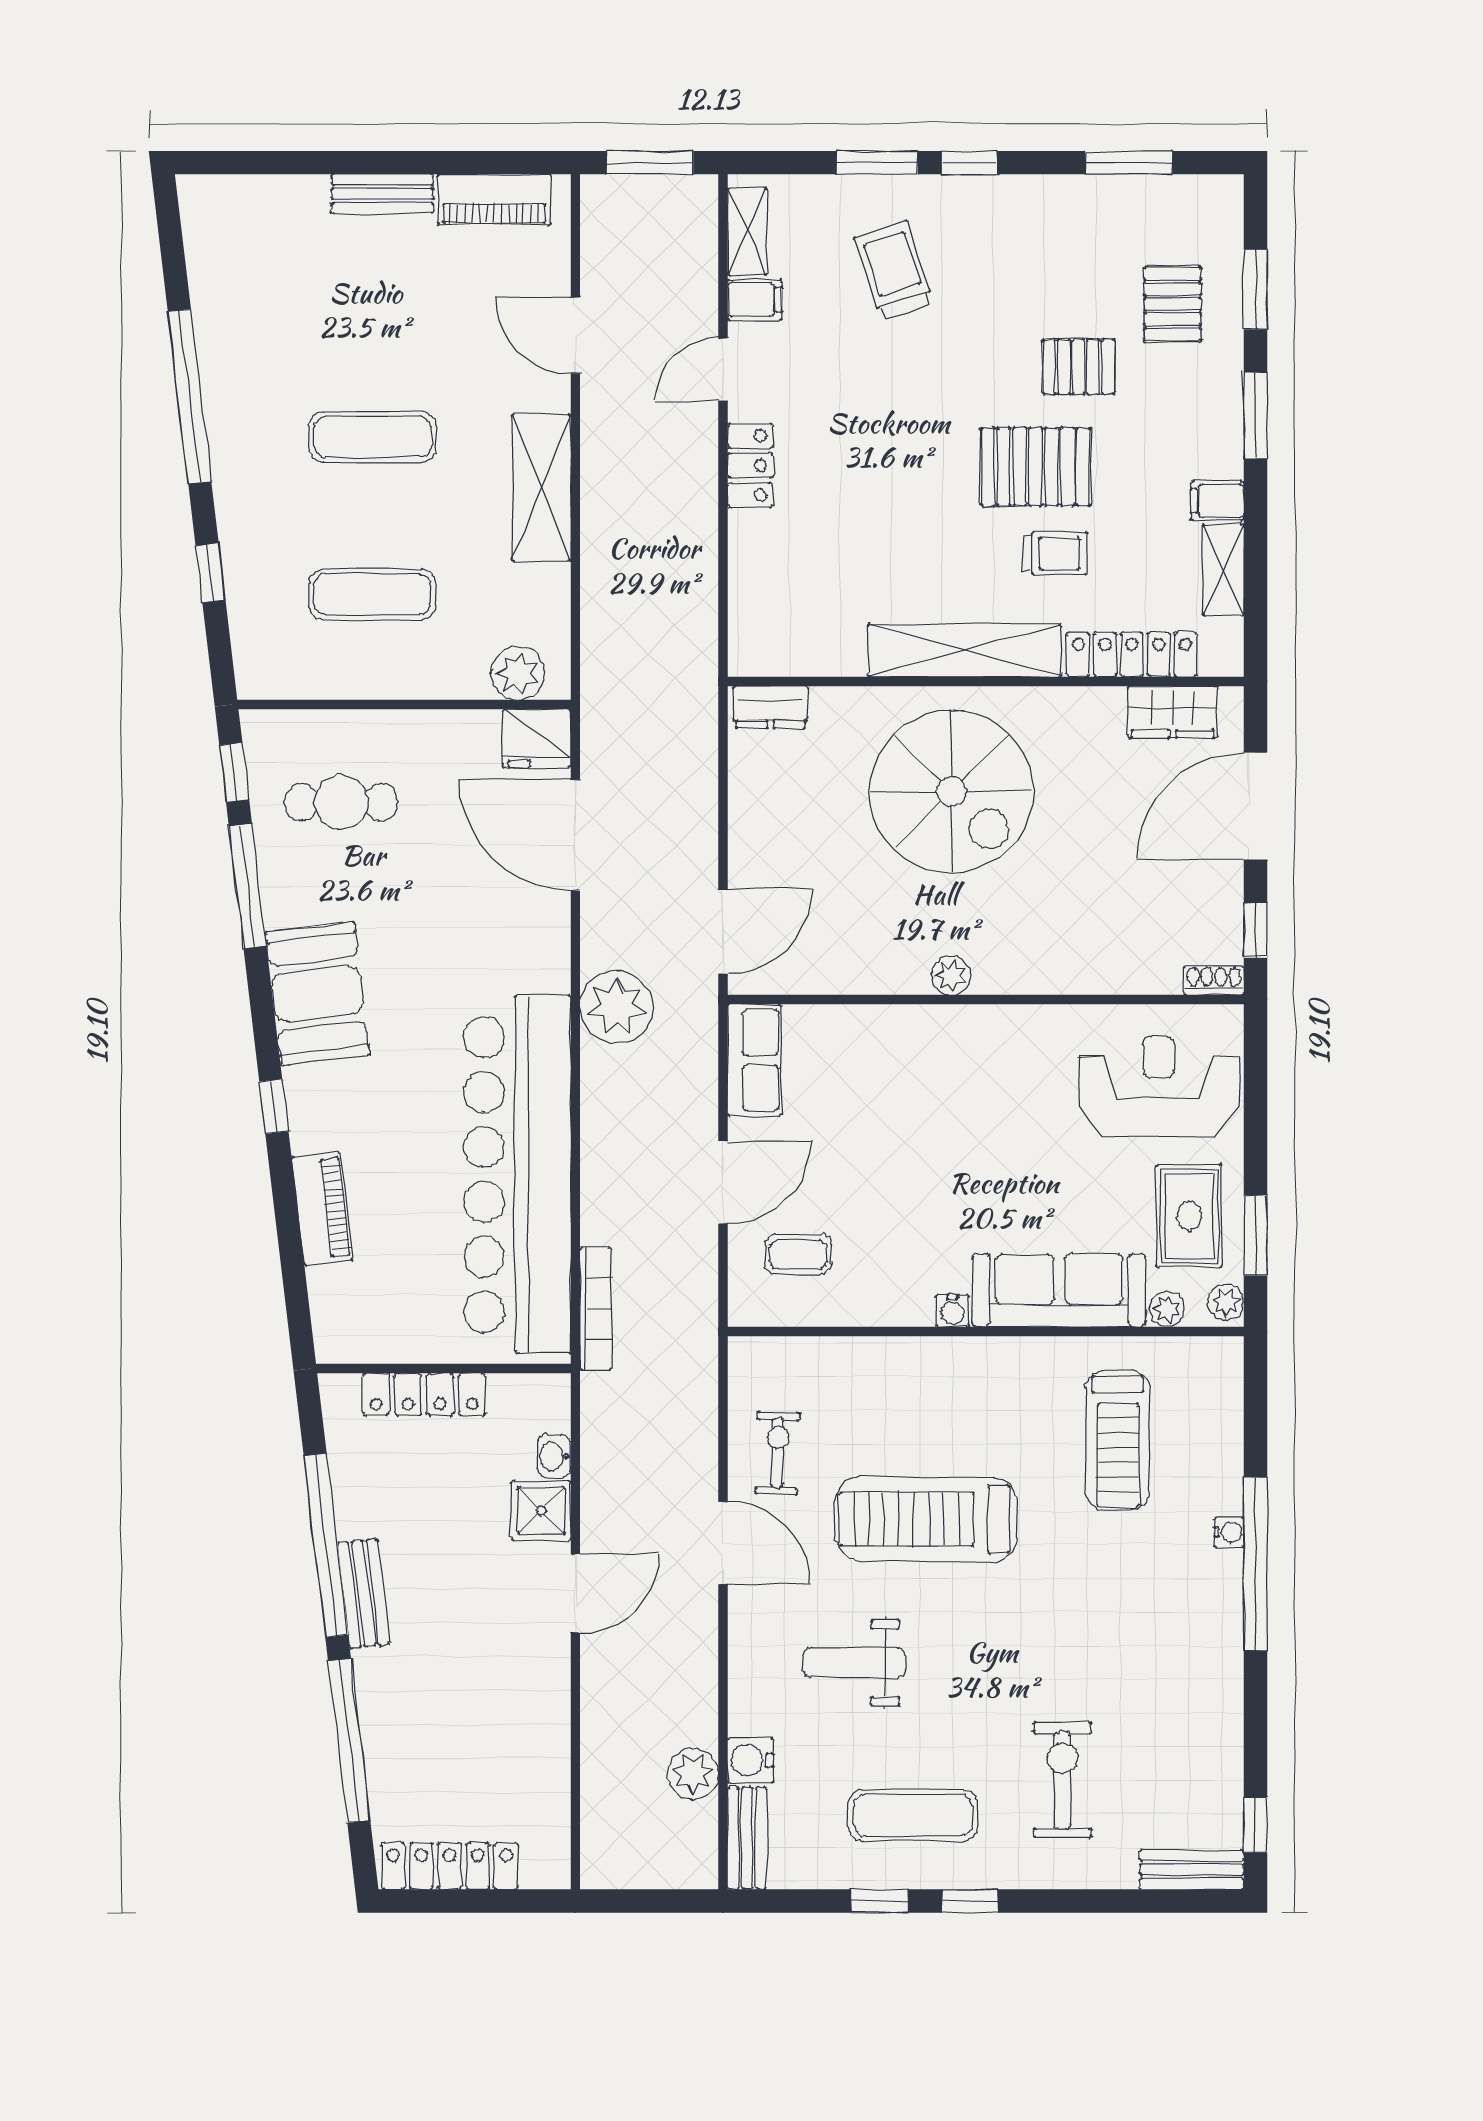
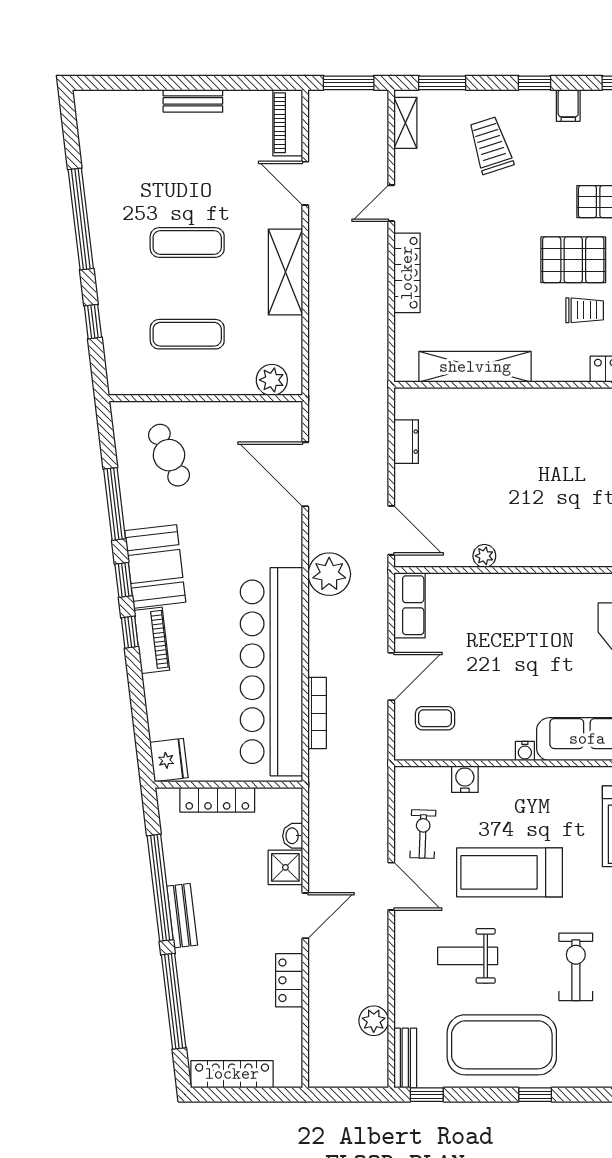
window: (877, 163) -> (442, 83), moved
piano: (494, 200) -> (288, 123), moved, turned 90
filing cabinet: (755, 299) -> (568, 105), moved, turned 90
locker: (750, 465) -> (407, 273), width x1.53
shelving: (964, 650) -> (475, 367), moved
dresser: (771, 707) -> (406, 442), moved, turned -90
fridge: (537, 738) -> (169, 760), moved, turned -97
window: (234, 772) -> (124, 580), moved
spiral stairs: (951, 791) -> (524, 449), removed
cafe table: (341, 802) -> (169, 455), turned 65
door: (723, 931) -> (391, 530), hinge flipped
plant: (951, 975) -> (484, 556), moved
piano: (322, 1209) -> (152, 640), moved
bookcase: (596, 1309) -> (317, 713), moved
locker: (548, 1705) -> (289, 980), added
water cooler: (750, 1760) -> (465, 779), moved, turned 90
exercise bike: (1062, 1780) -> (576, 967), moved
exercise mat: (913, 1815) -> (502, 1045), width x2.00, depth x1.45
window: (880, 1901) -> (427, 1095), moved

